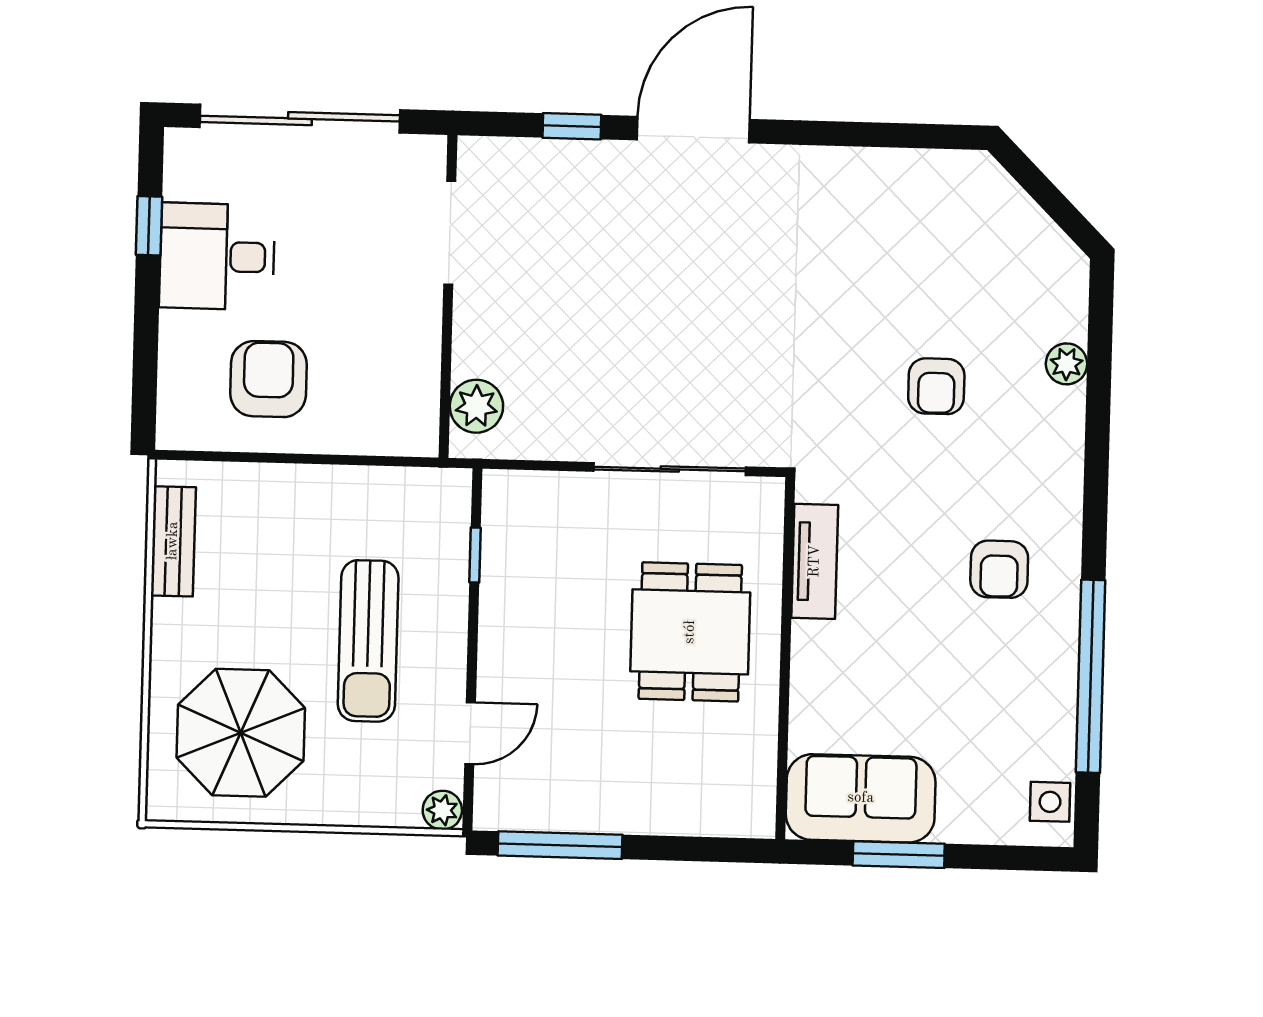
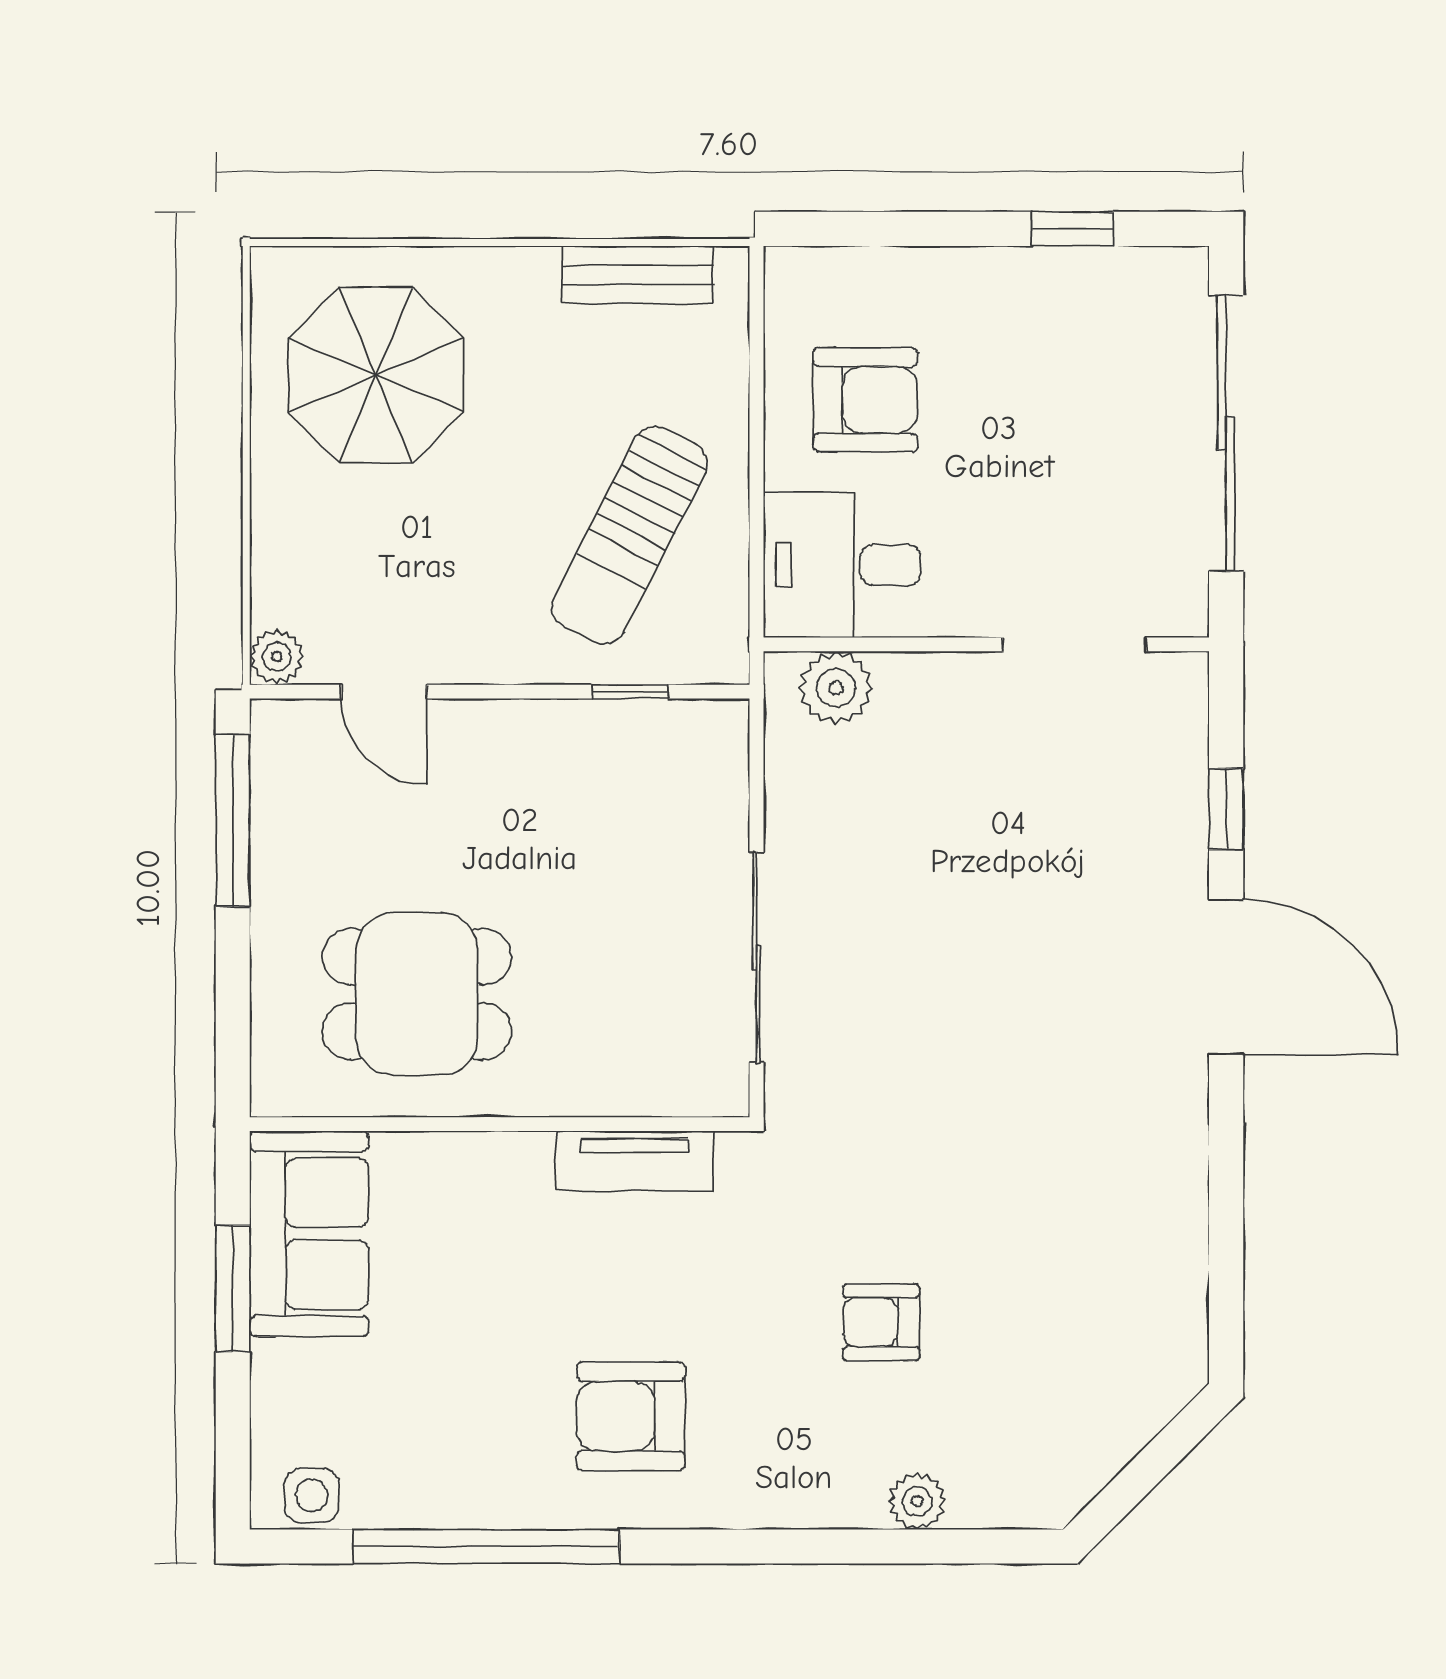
desk: (217, 256) -> (842, 565), moved, turned -90
armchair: (999, 569) -> (631, 1416), width x1.38, depth x1.38
dining table: (690, 632) -> (417, 994), moved
sun lounger: (368, 641) -> (629, 535), moved, turned -63

